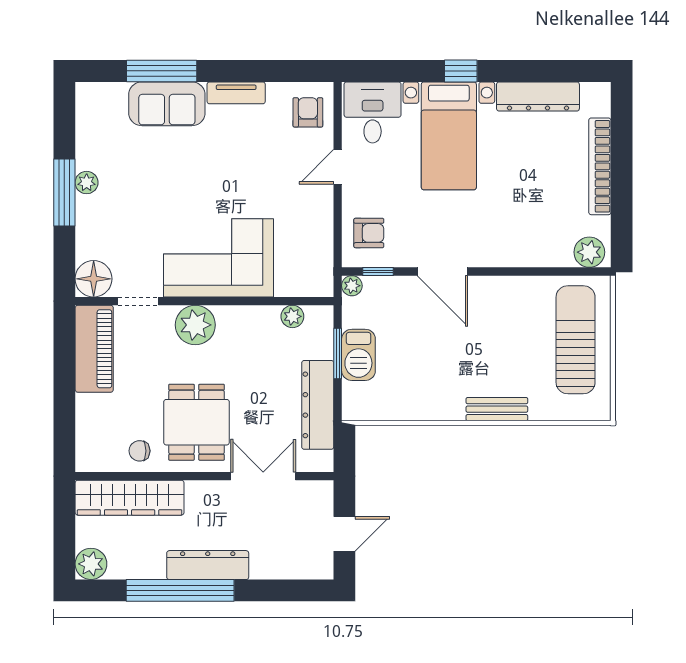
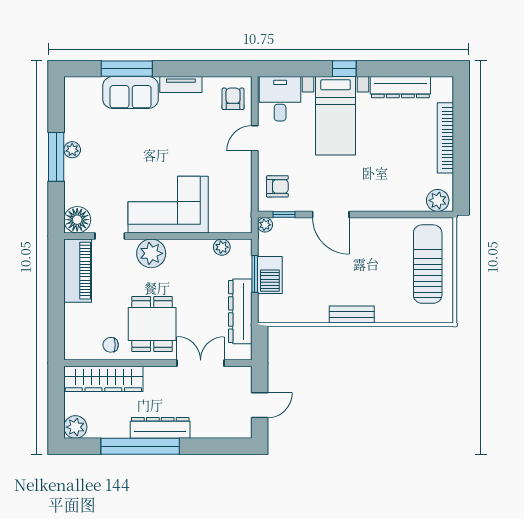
bench: (497, 409) -> (352, 314), moved

